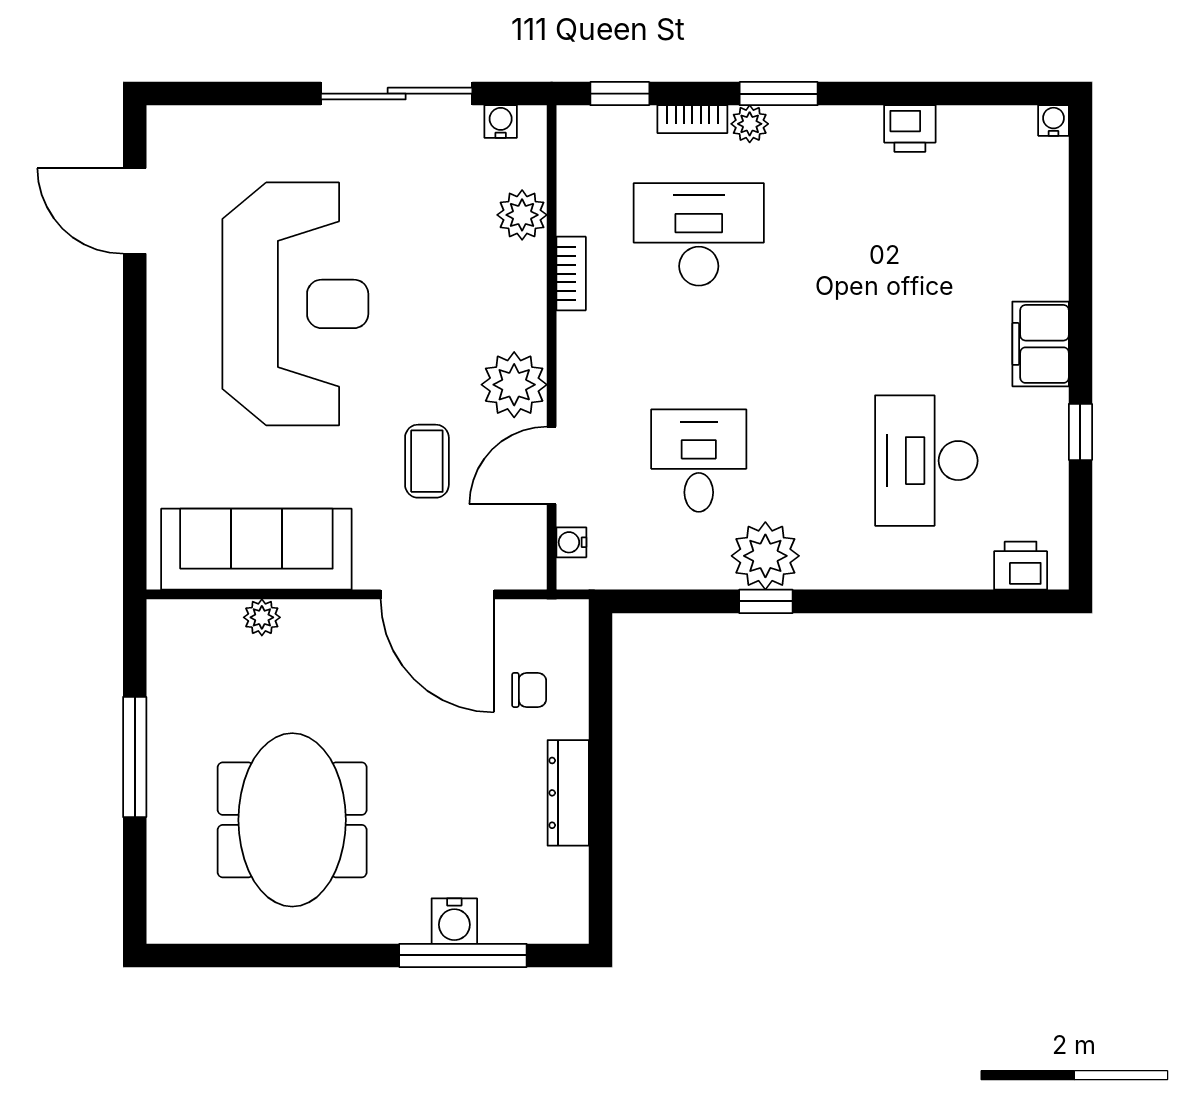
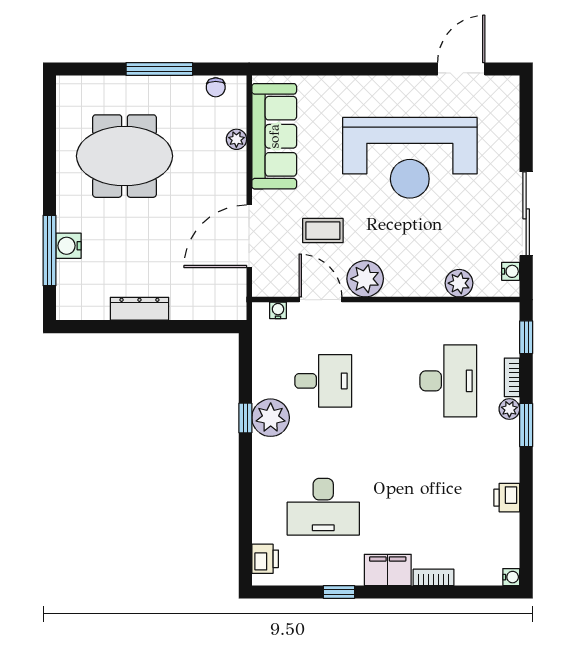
bookcase: (571, 274) -> (434, 577), moved, turned 180
desk: (926, 461) -> (323, 507), turned 180
chair: (529, 690) -> (216, 87), moved

